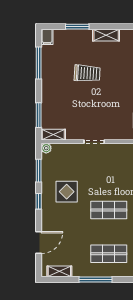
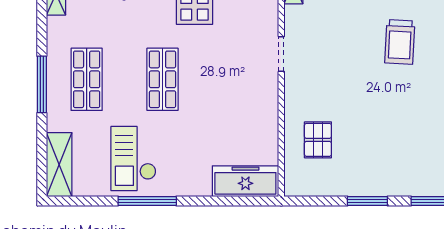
window: (95, 280) -> (42, 84), moved

